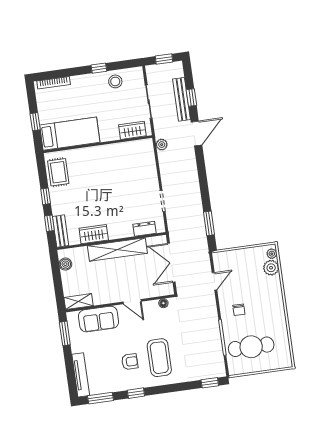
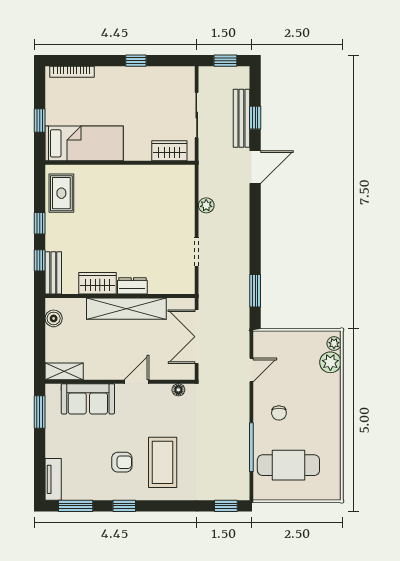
stool: (115, 81) -> (155, 82), removed
plant: (162, 145) -> (206, 205), moved
dresser: (145, 229) -> (132, 286), moved
door: (132, 302) -> (137, 382), swing flipped
tv unit: (81, 375) -> (53, 479), width x0.71

